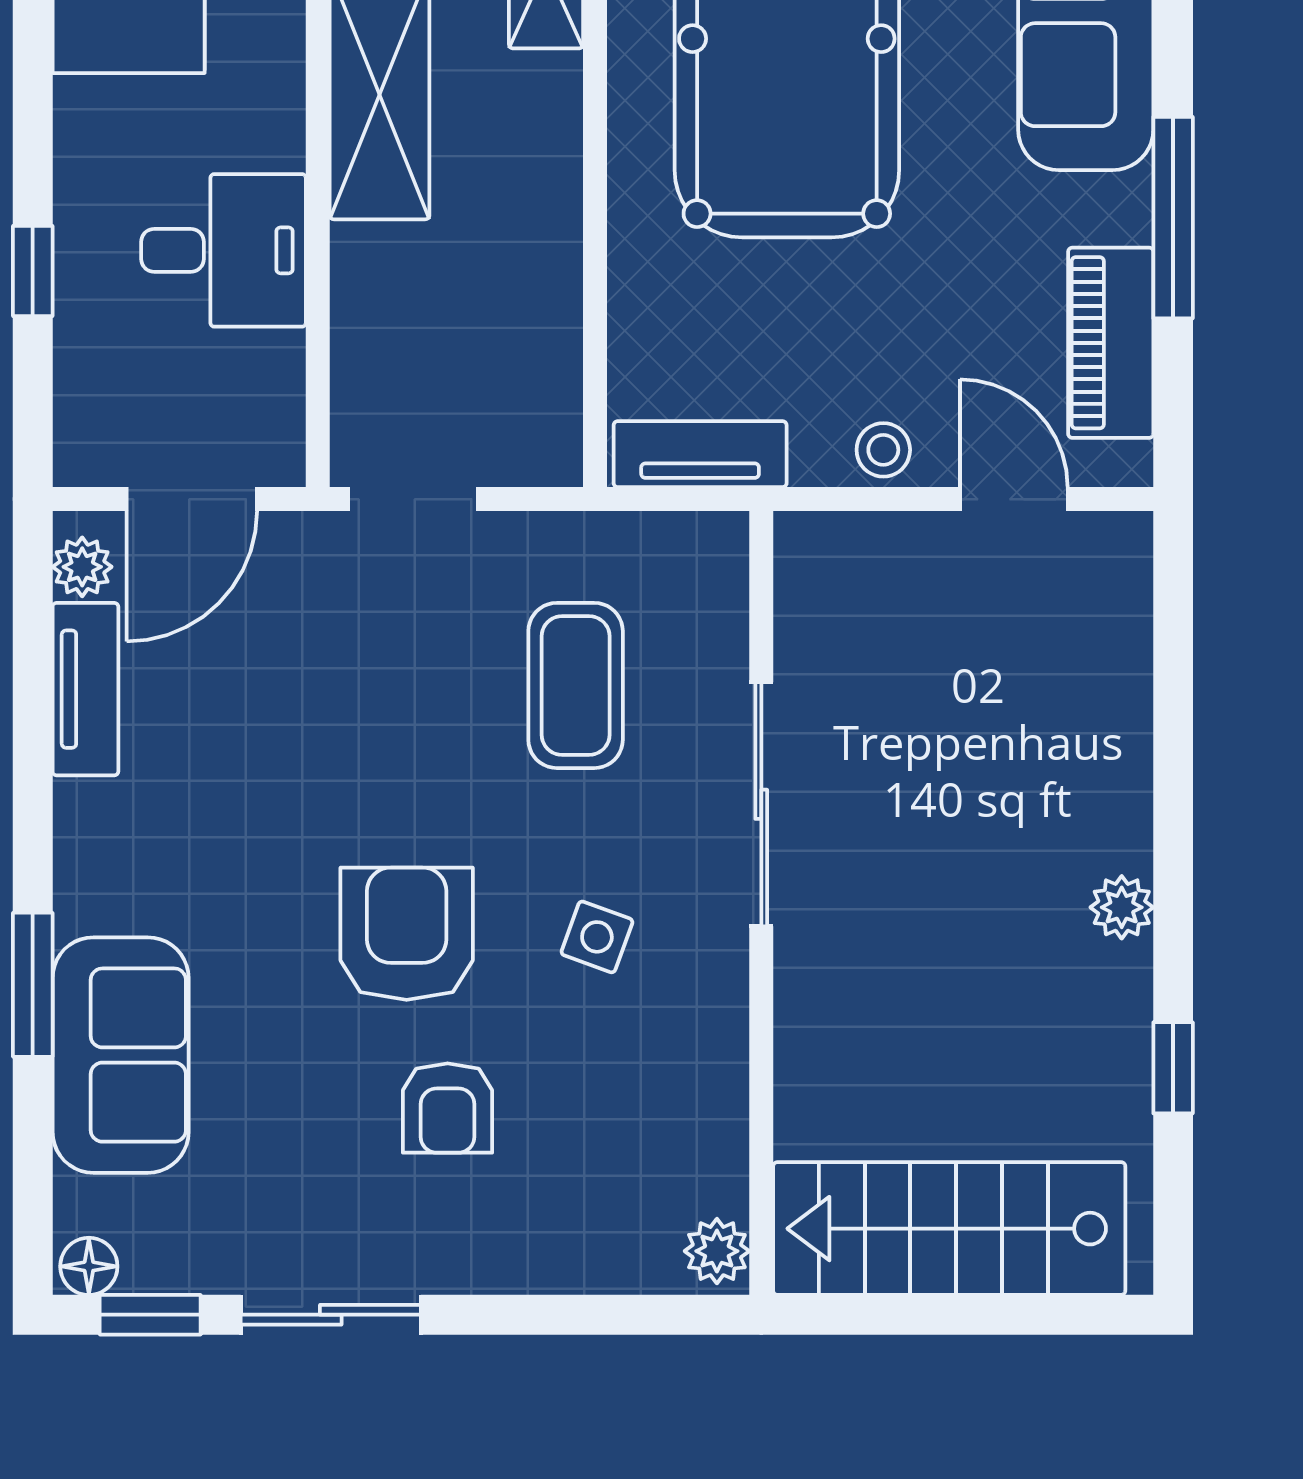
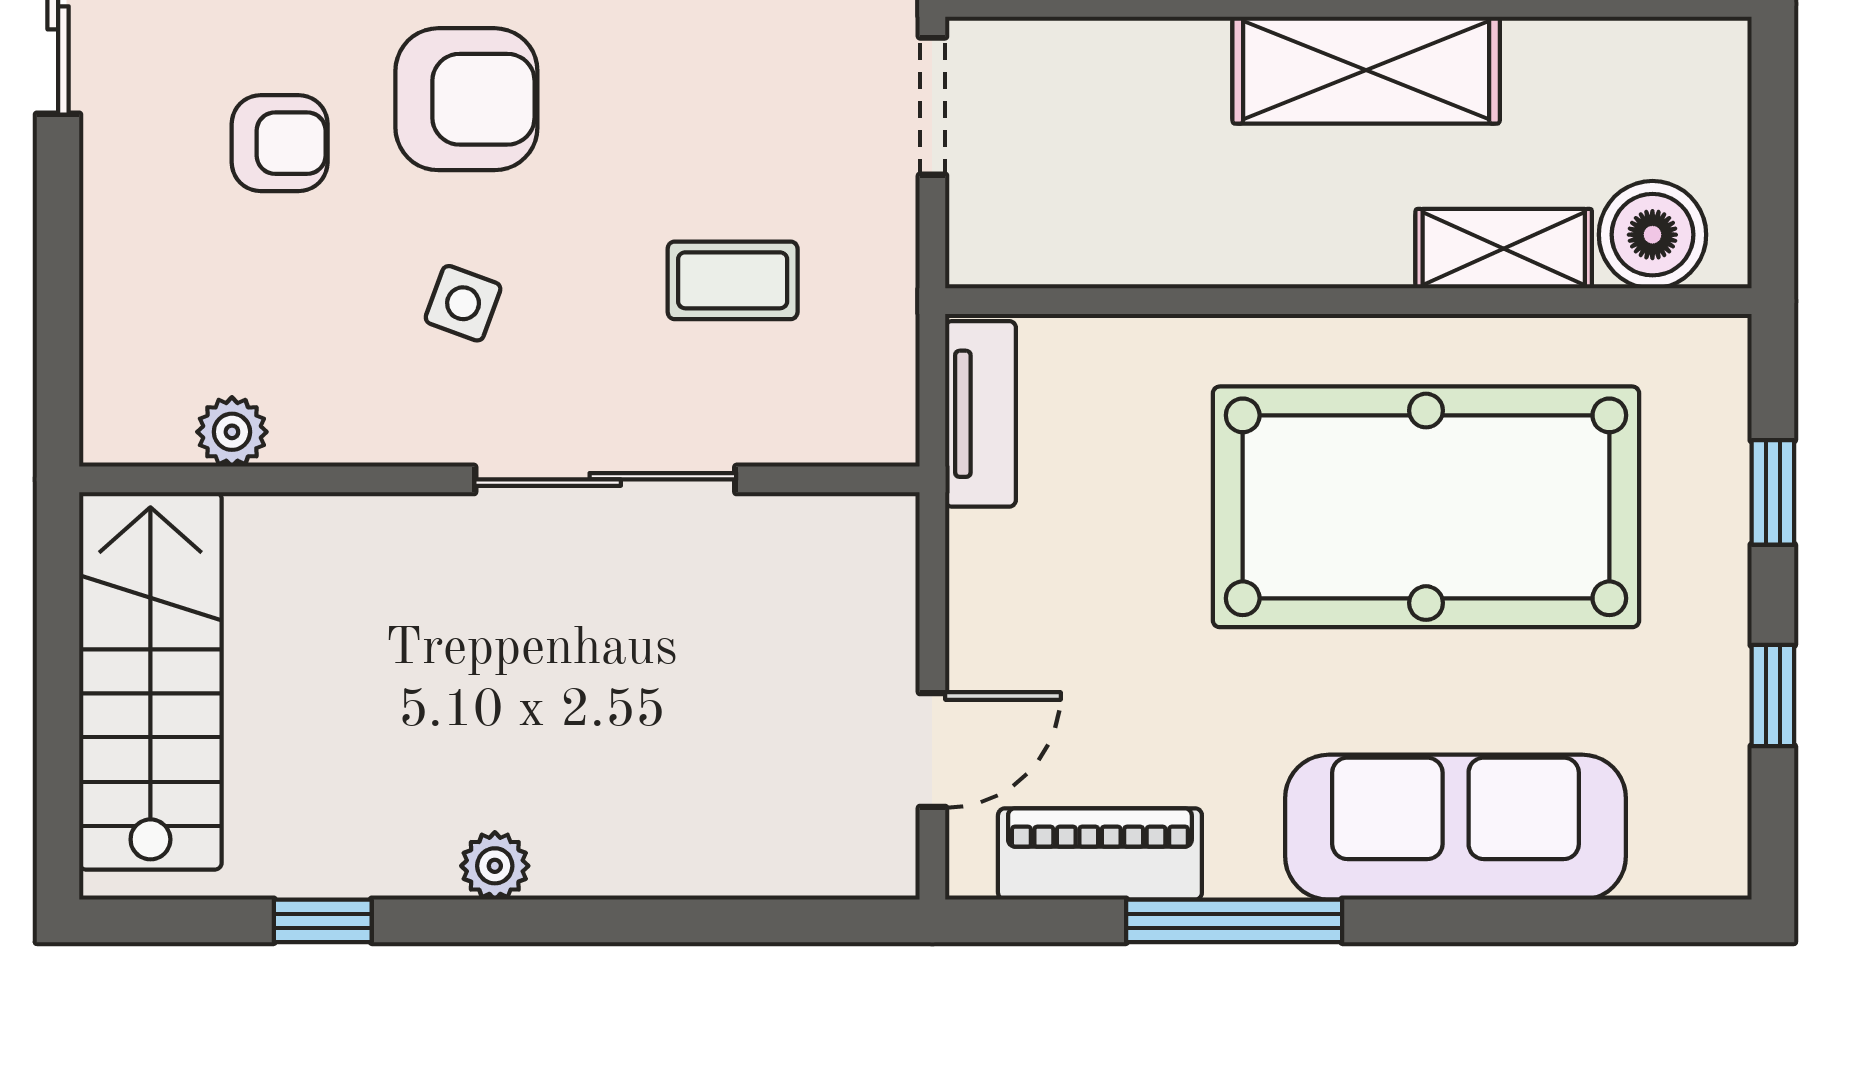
stool: (883, 450) -> (985, 610), removed
coffee table: (576, 685) -> (733, 280), width x0.73, depth x0.77
armchair: (448, 1108) -> (280, 143), turned 180
plant: (717, 1251) -> (232, 432), moved

